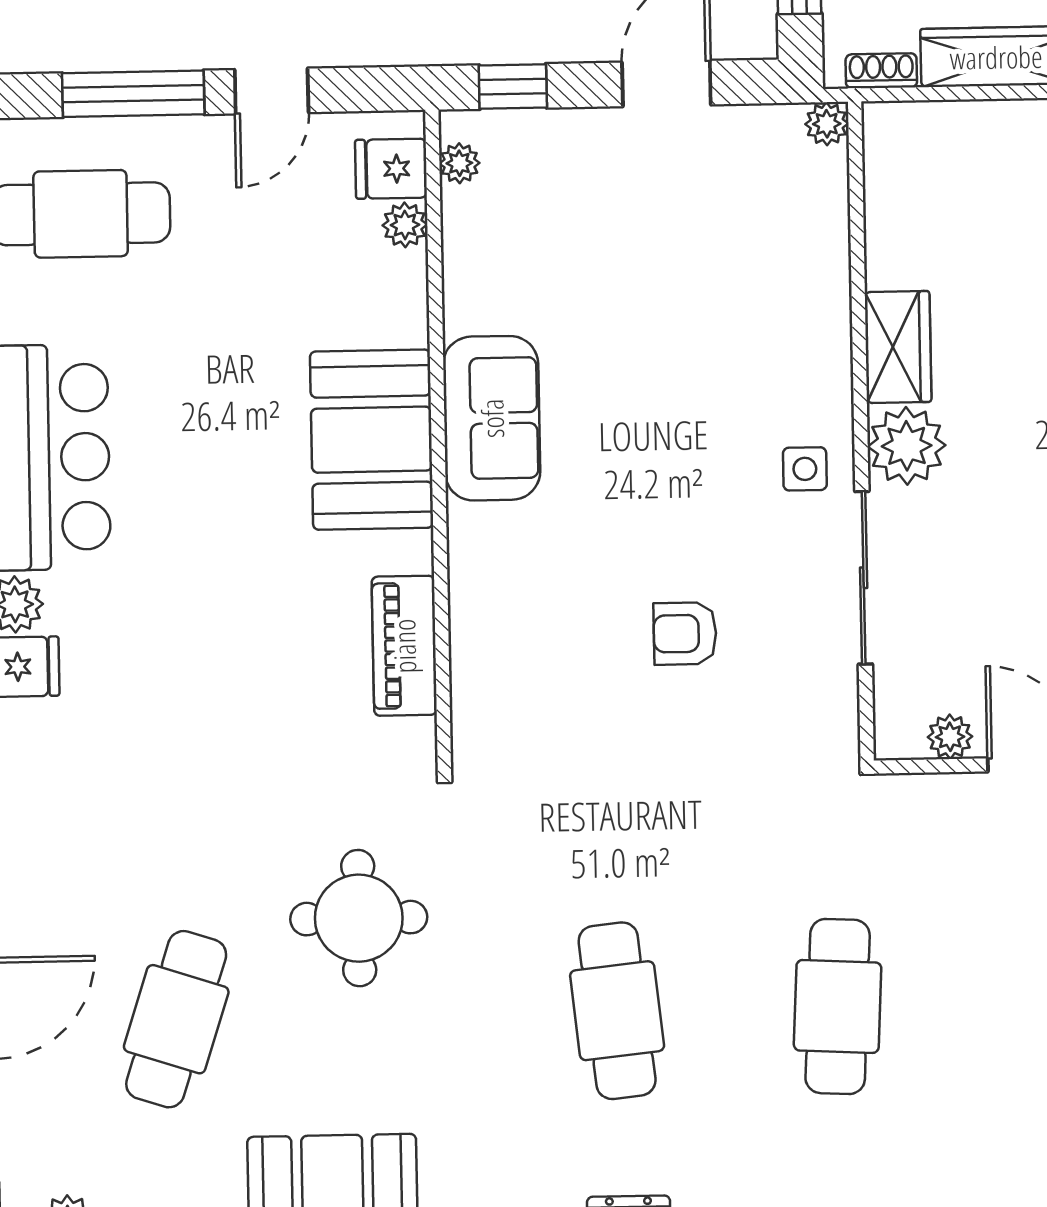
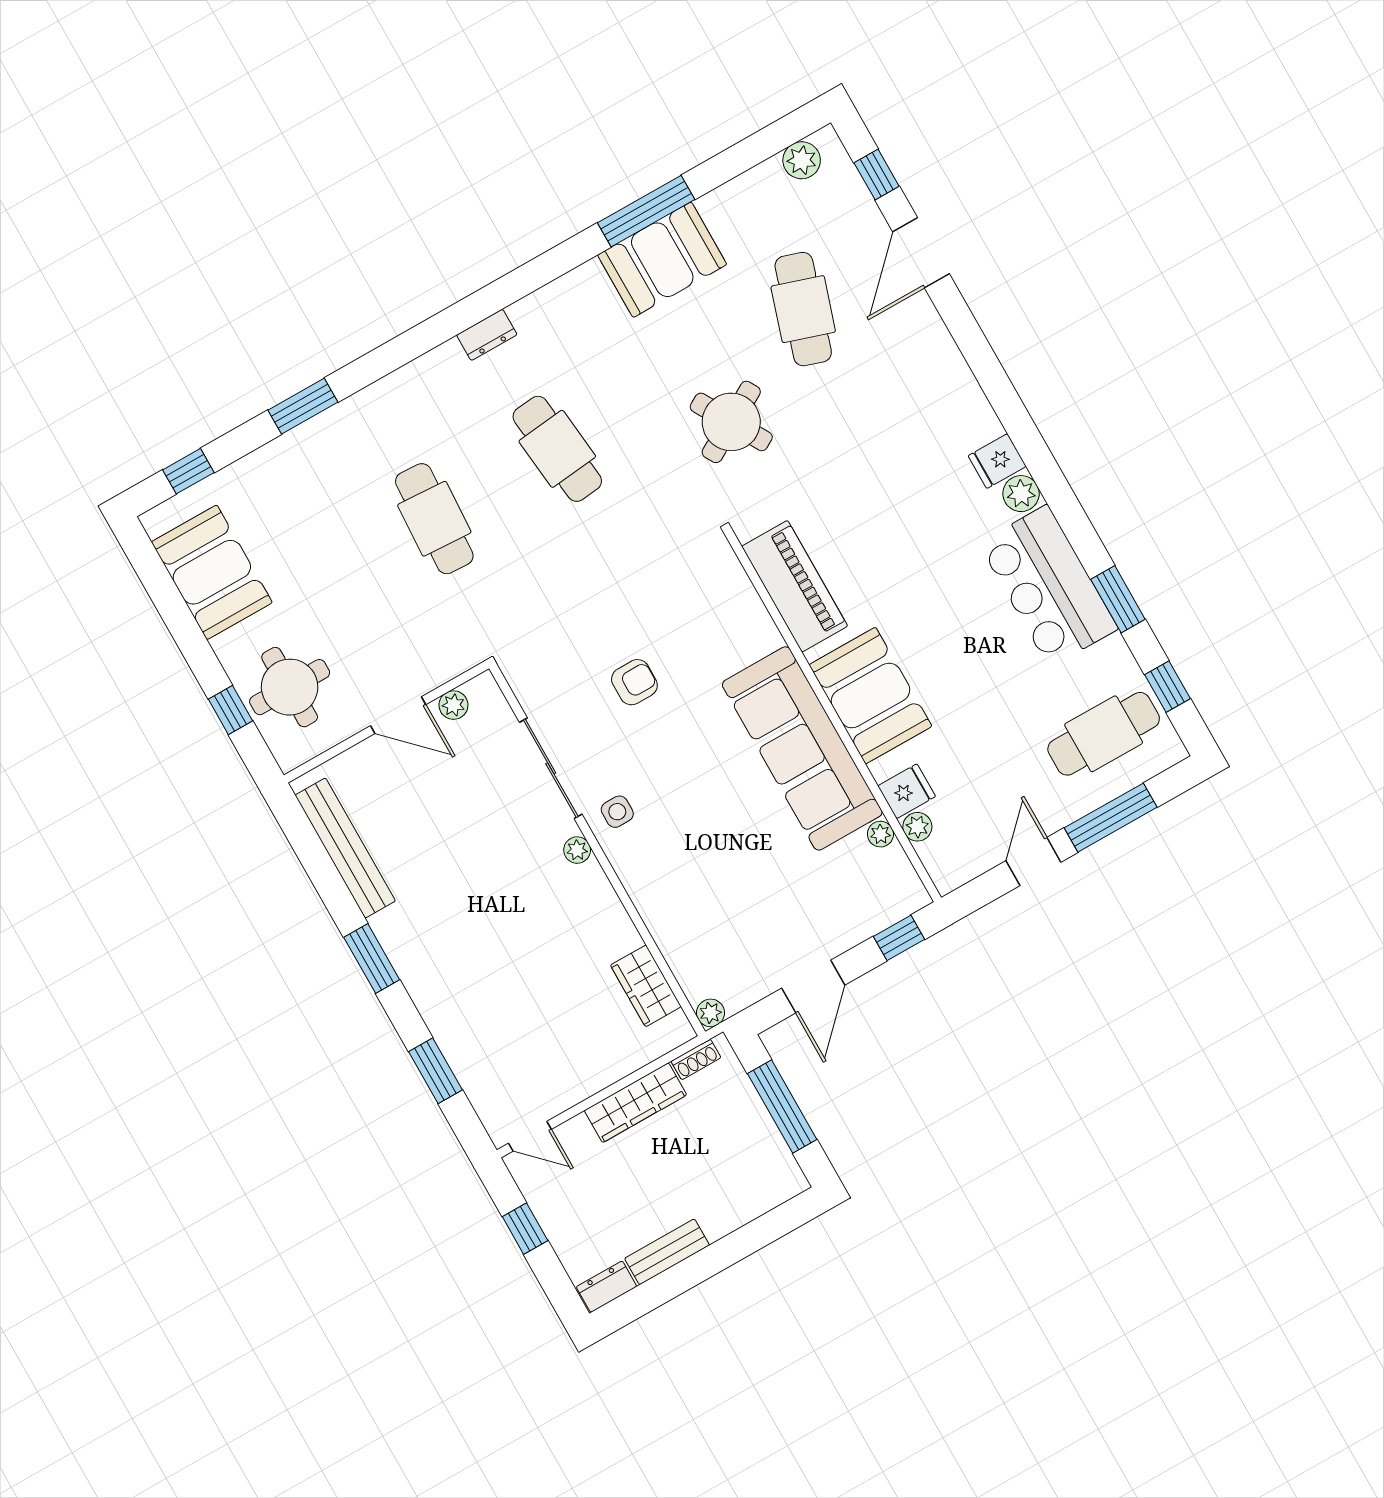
plant: (459, 163) -> (880, 834), moved
fridge: (391, 169) -> (907, 791), moved
wardrobe: (898, 347) -> (646, 986), moved
sofa: (492, 418) -> (802, 748), width x1.85, depth x1.27
plant: (907, 446) -> (577, 850), width x0.53, depth x0.53
piano: (404, 646) -> (795, 586), width x1.37, depth x1.33
round table: (359, 918) -> (731, 422), turned -30

